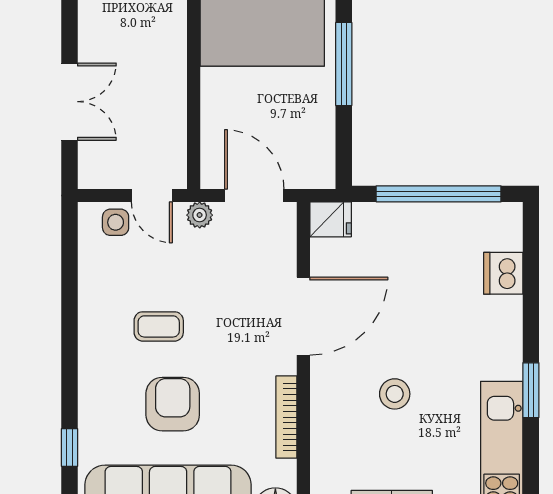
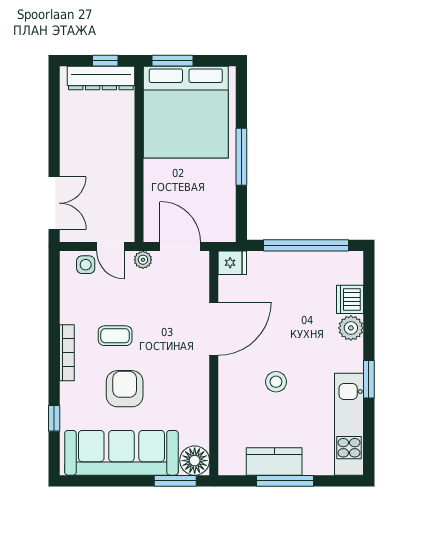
double door: (69, 102) -> (54, 203), moved
plant: (504, 315) -> (351, 328), added
bookcase: (286, 417) -> (67, 353), moved, turned 180

